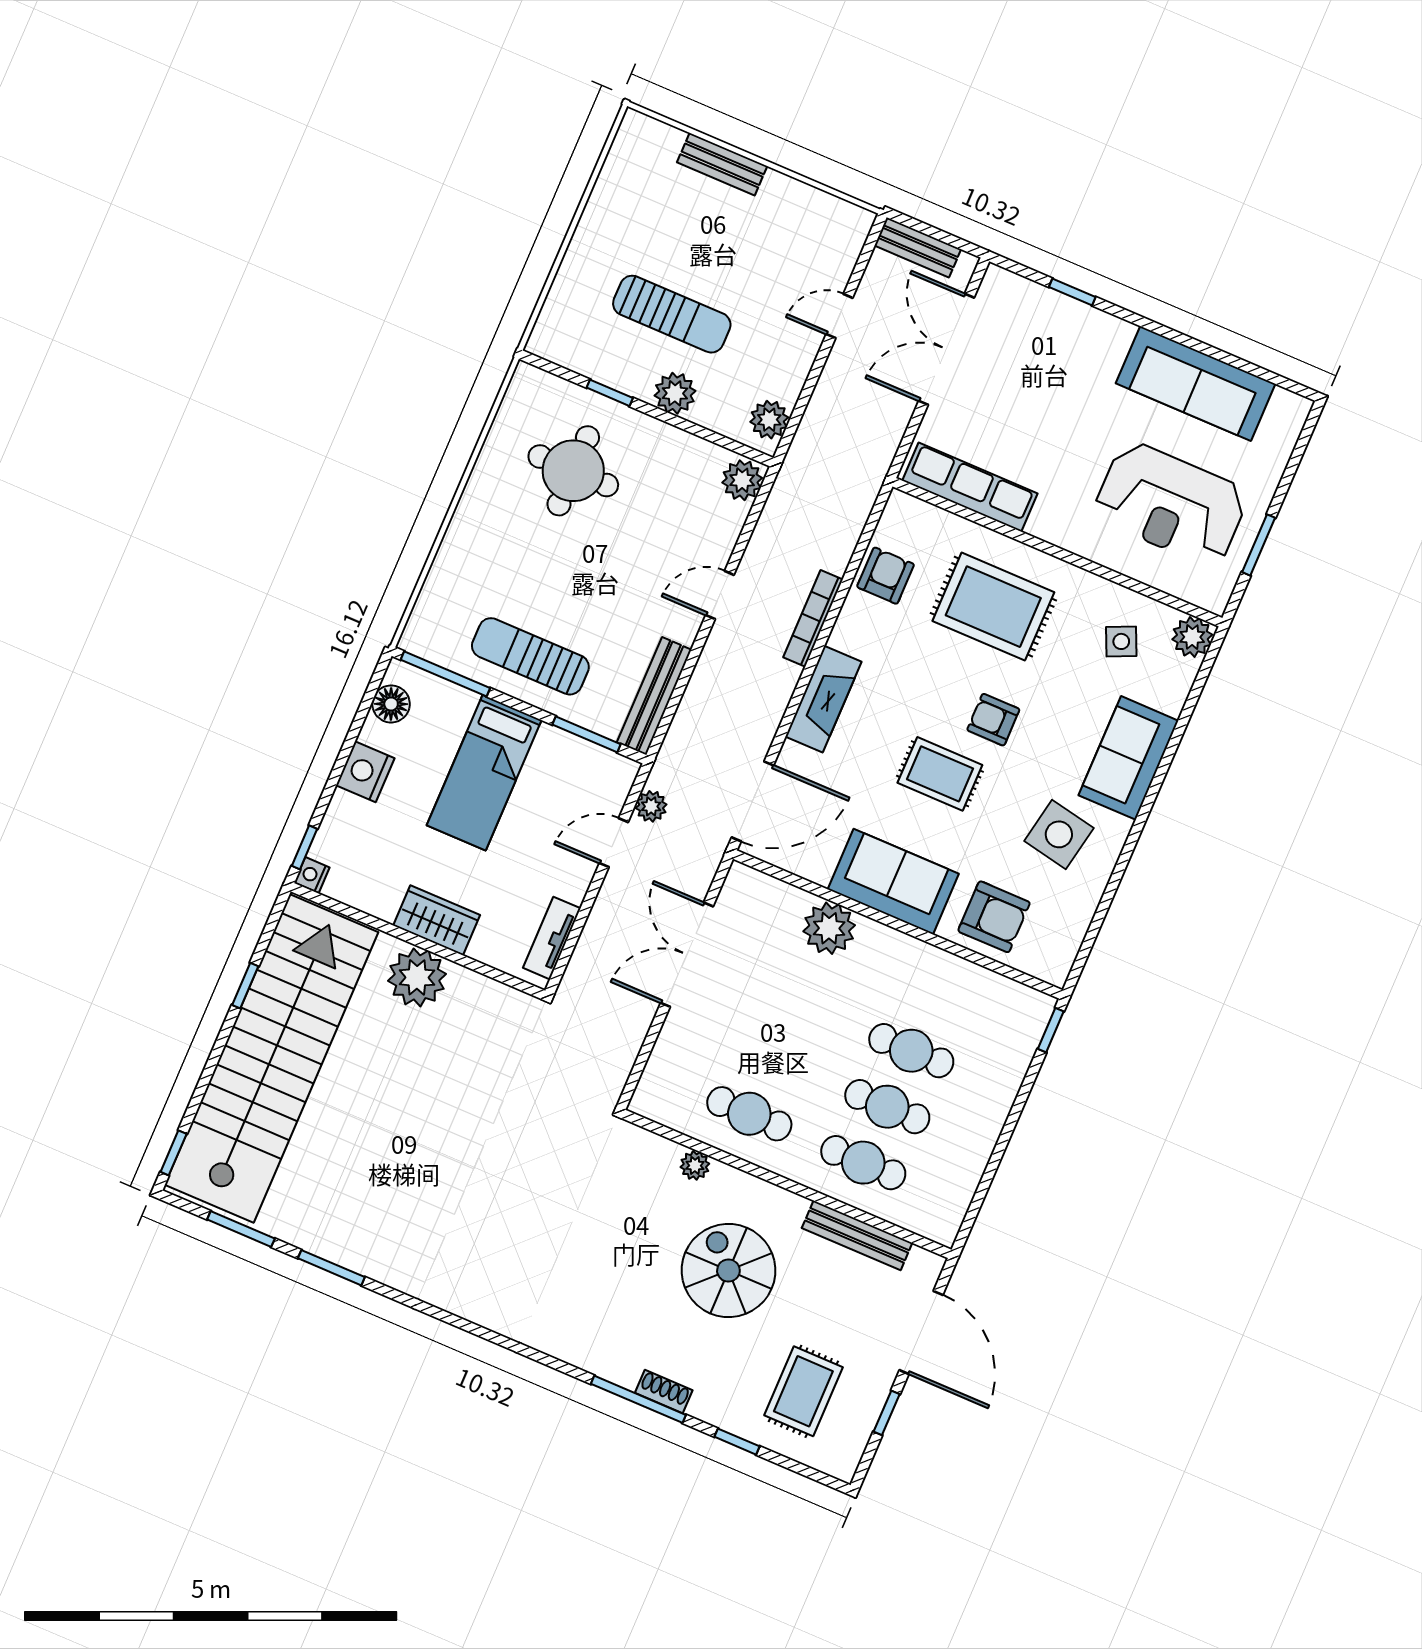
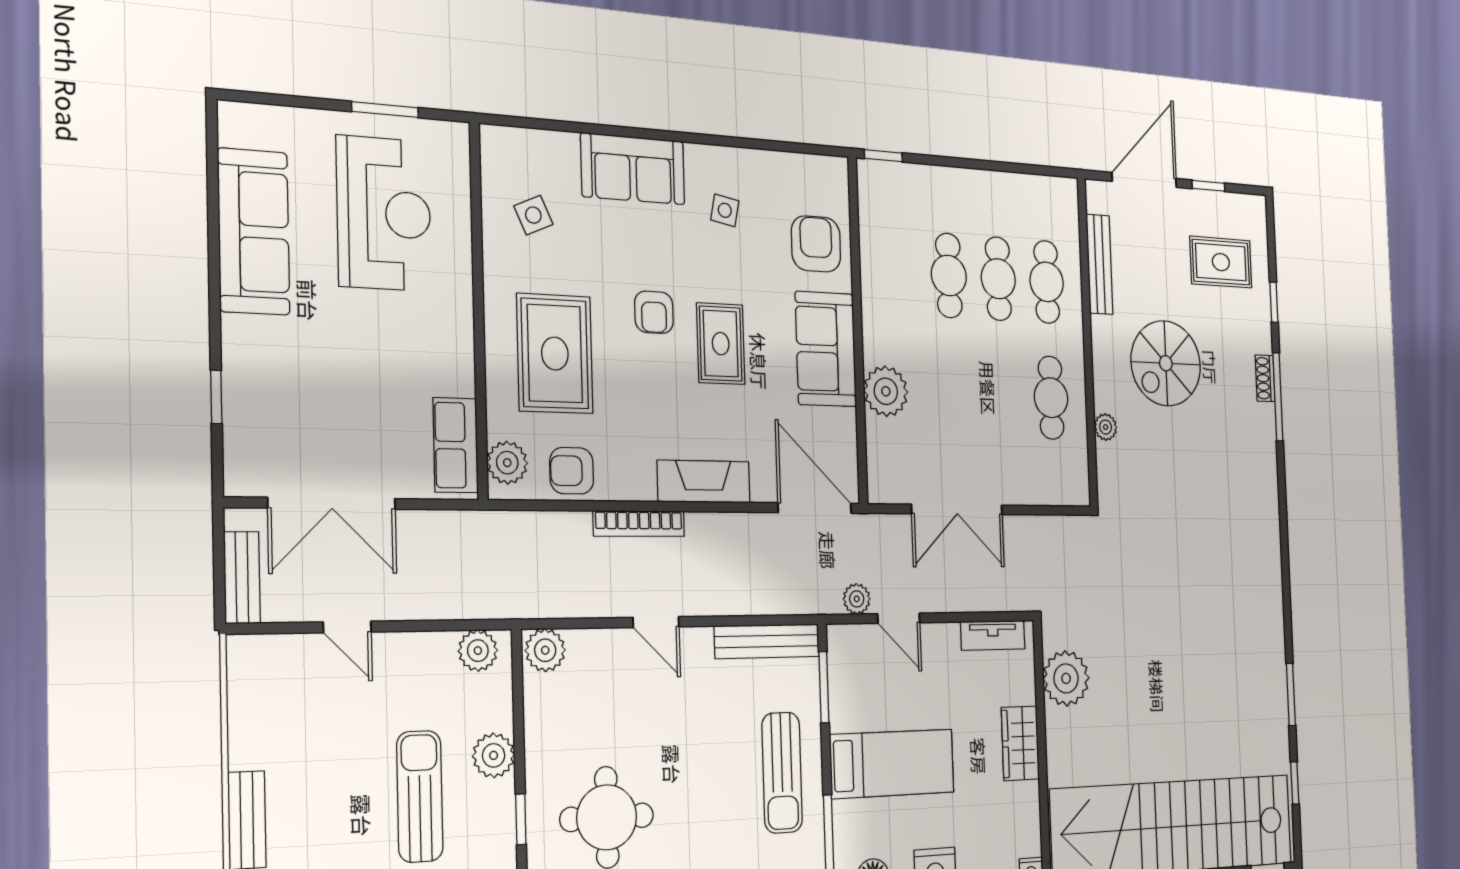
row of seats: (970, 487) -> (456, 445), width x0.68
plant: (1192, 637) -> (507, 463), moved
side table: (1059, 834) -> (725, 210), width x0.54, depth x0.54
plant: (417, 977) -> (1066, 678), moved
window: (241, 1229) -> (1295, 783), width x0.67

